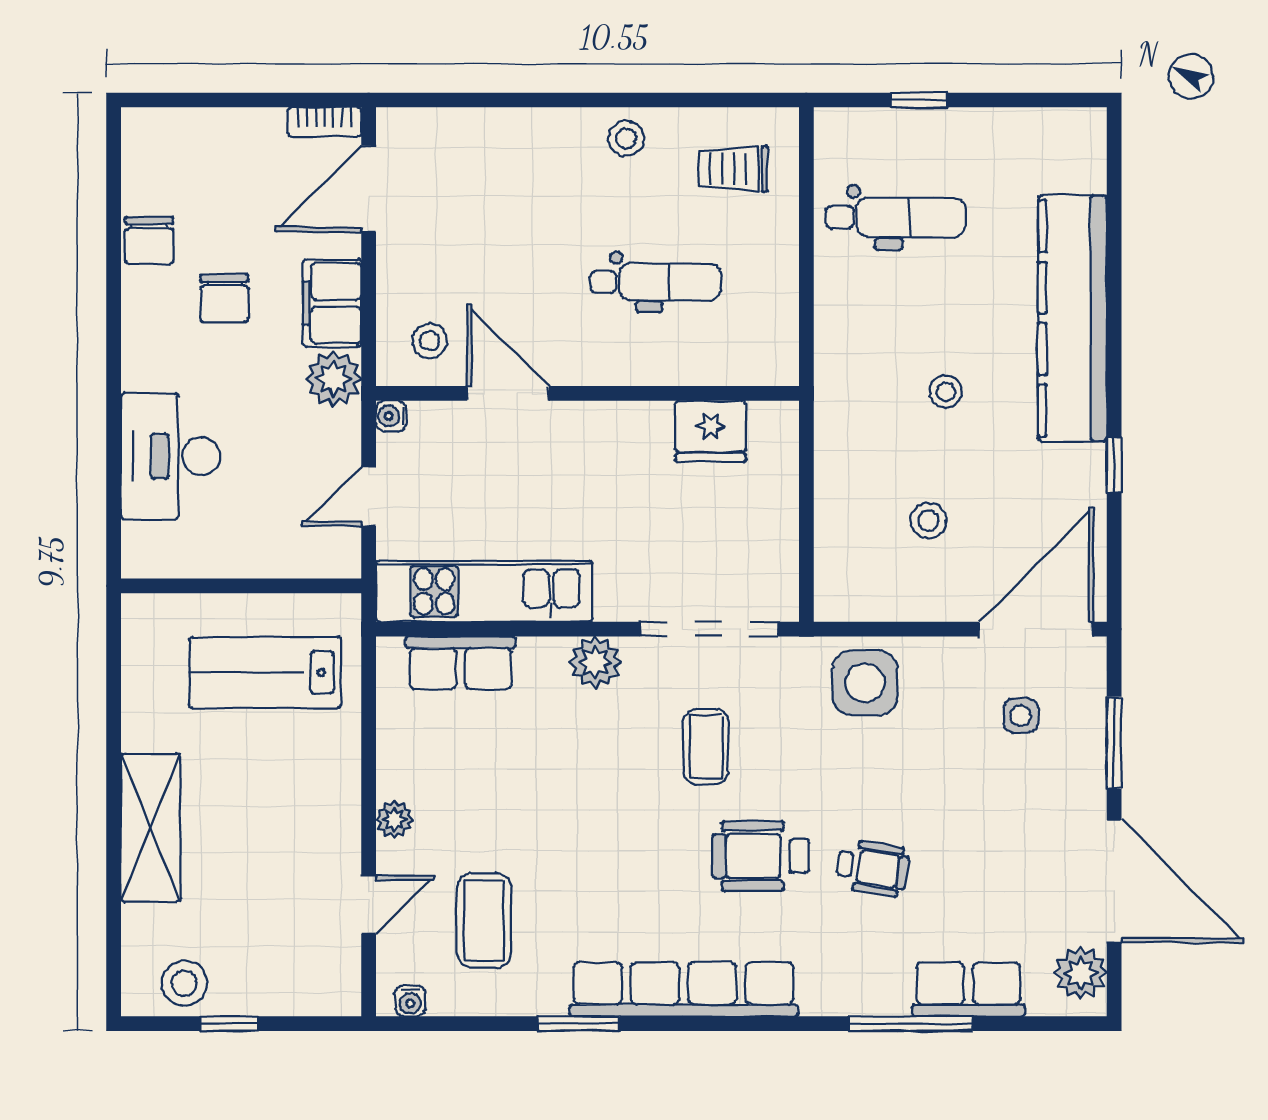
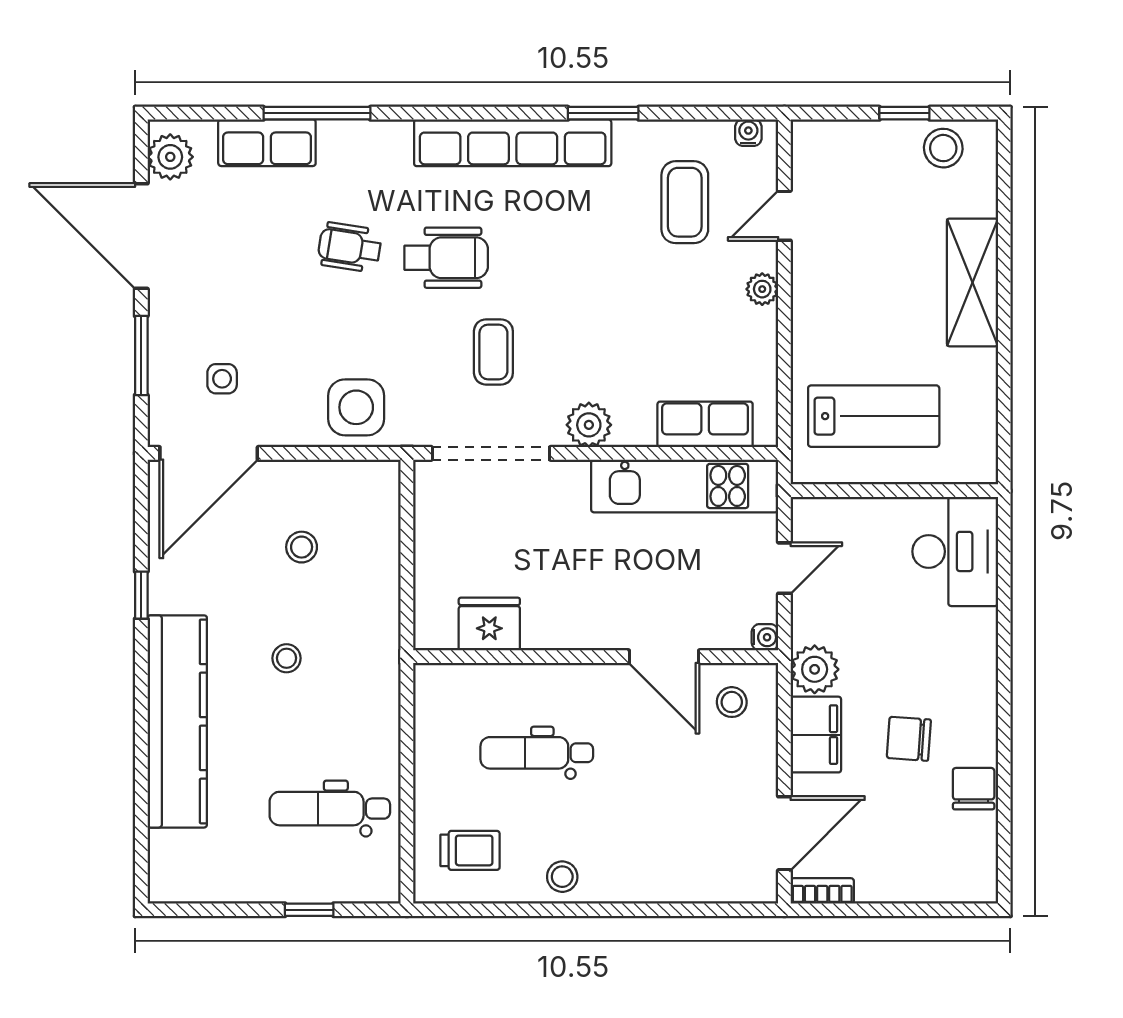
chair: (224, 298) -> (909, 739), turned -86
desk: (171, 456) -> (955, 551), moved

